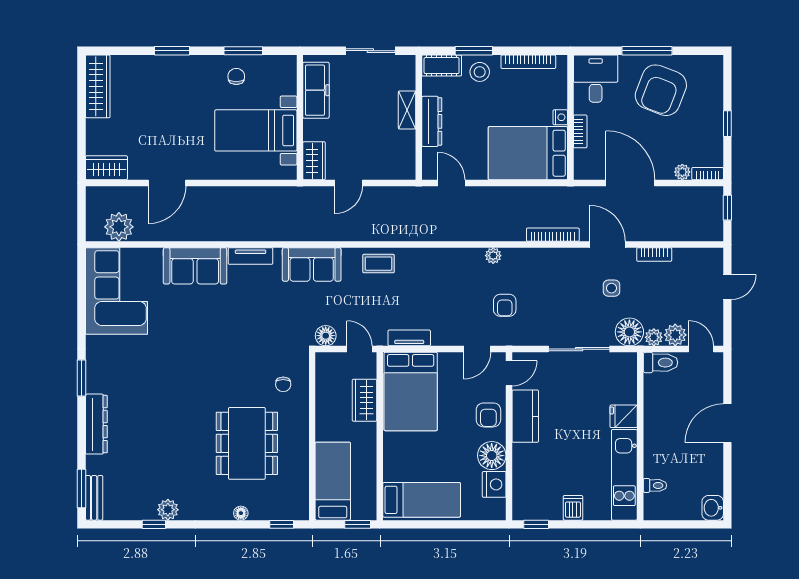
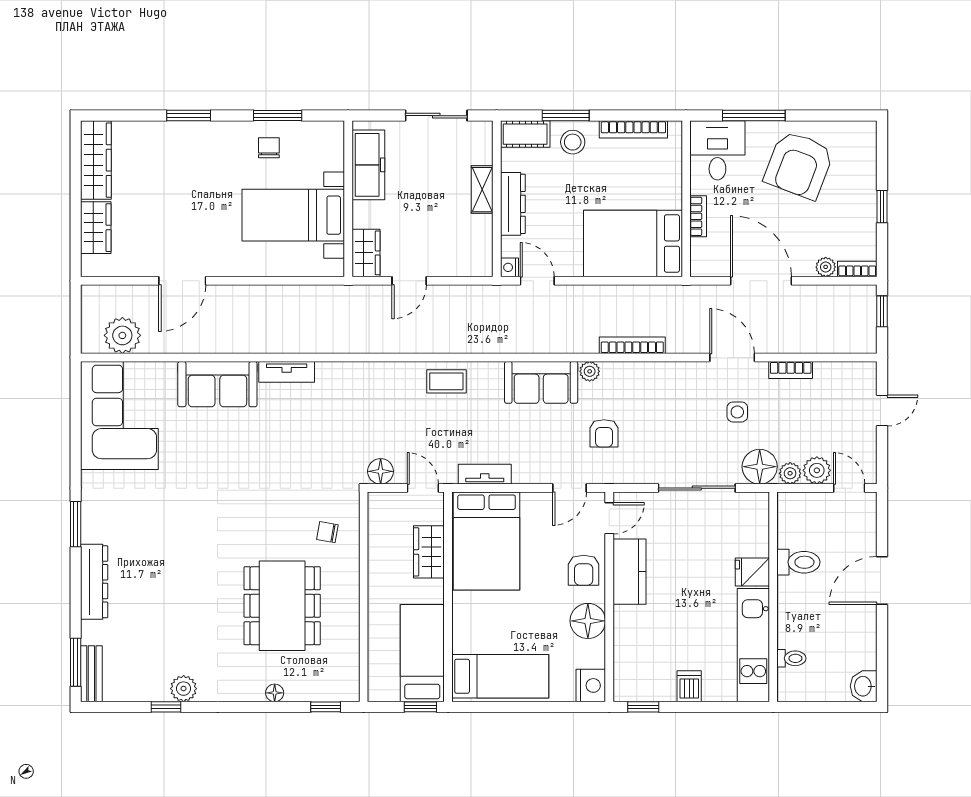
window: (647, 51) -> (754, 116), moved
nightstand: (560, 117) -> (509, 267), moved, turned 180
wardrobe: (106, 168) -> (96, 228), moved, turned 90
bookcase: (553, 235) -> (632, 345), moved
sofa: (312, 264) -> (541, 382), moved
toilet: (660, 363) -> (798, 562), moved
chair: (283, 384) -> (327, 532), turned 100
bed: (333, 481) -> (422, 653), moved
nightstand: (494, 484) -> (591, 685), moved

